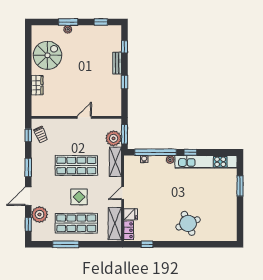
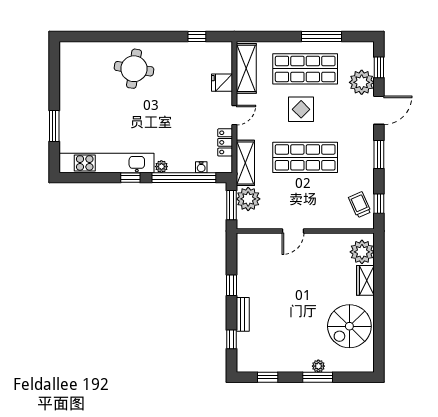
plant: (39, 104) -> (362, 252), added
round table: (188, 223) -> (134, 69), turned 31
locker: (129, 230) -> (225, 142), moved

